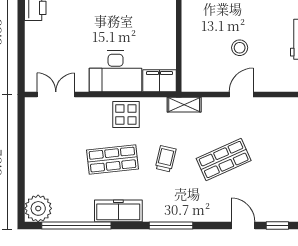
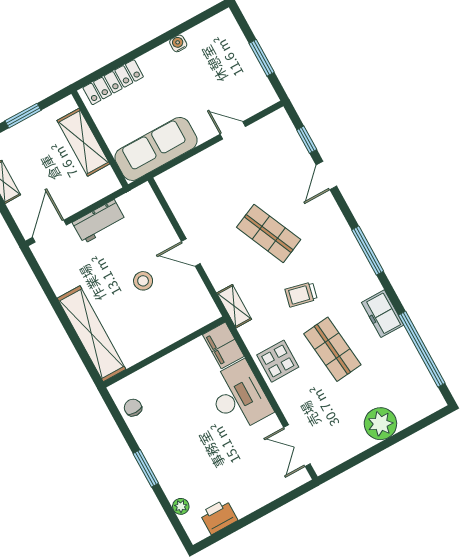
plant: (38, 208) -> (380, 424), moved
freezer: (118, 211) -> (383, 314), width x0.71

